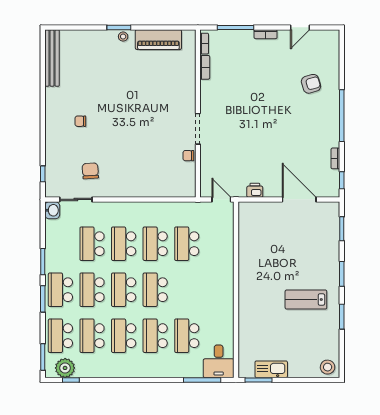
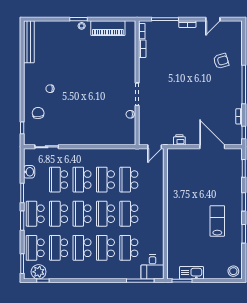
chair: (90, 171) -> (38, 113), moved
door: (221, 199) -> (155, 147), swing flipped
washbasin: (52, 210) -> (29, 172), moved
school desk: (187, 290) -> (129, 214), added
lab bench: (306, 300) -> (217, 221), turned 90

